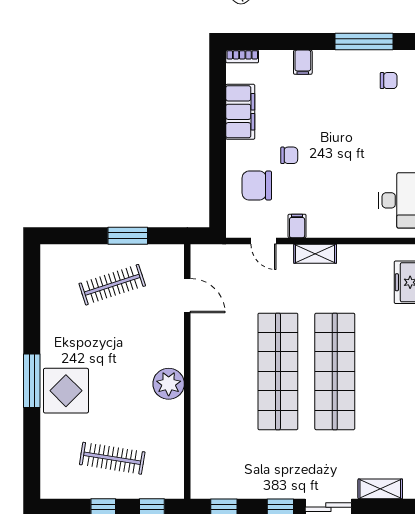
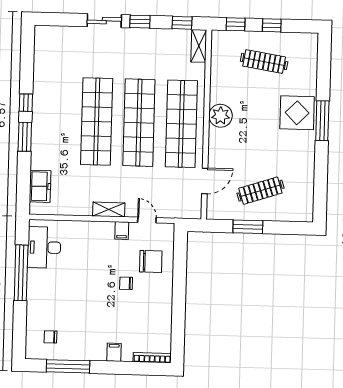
bookcase: (242, 56) -> (152, 358), width x1.56
filing cabinet: (240, 112) -> (162, 317), removed
door: (187, 296) -> (205, 181), swing flipped
shop shelf: (221, 371) -> (181, 124), added
shelving: (380, 489) -> (199, 46), moved, turned 90

